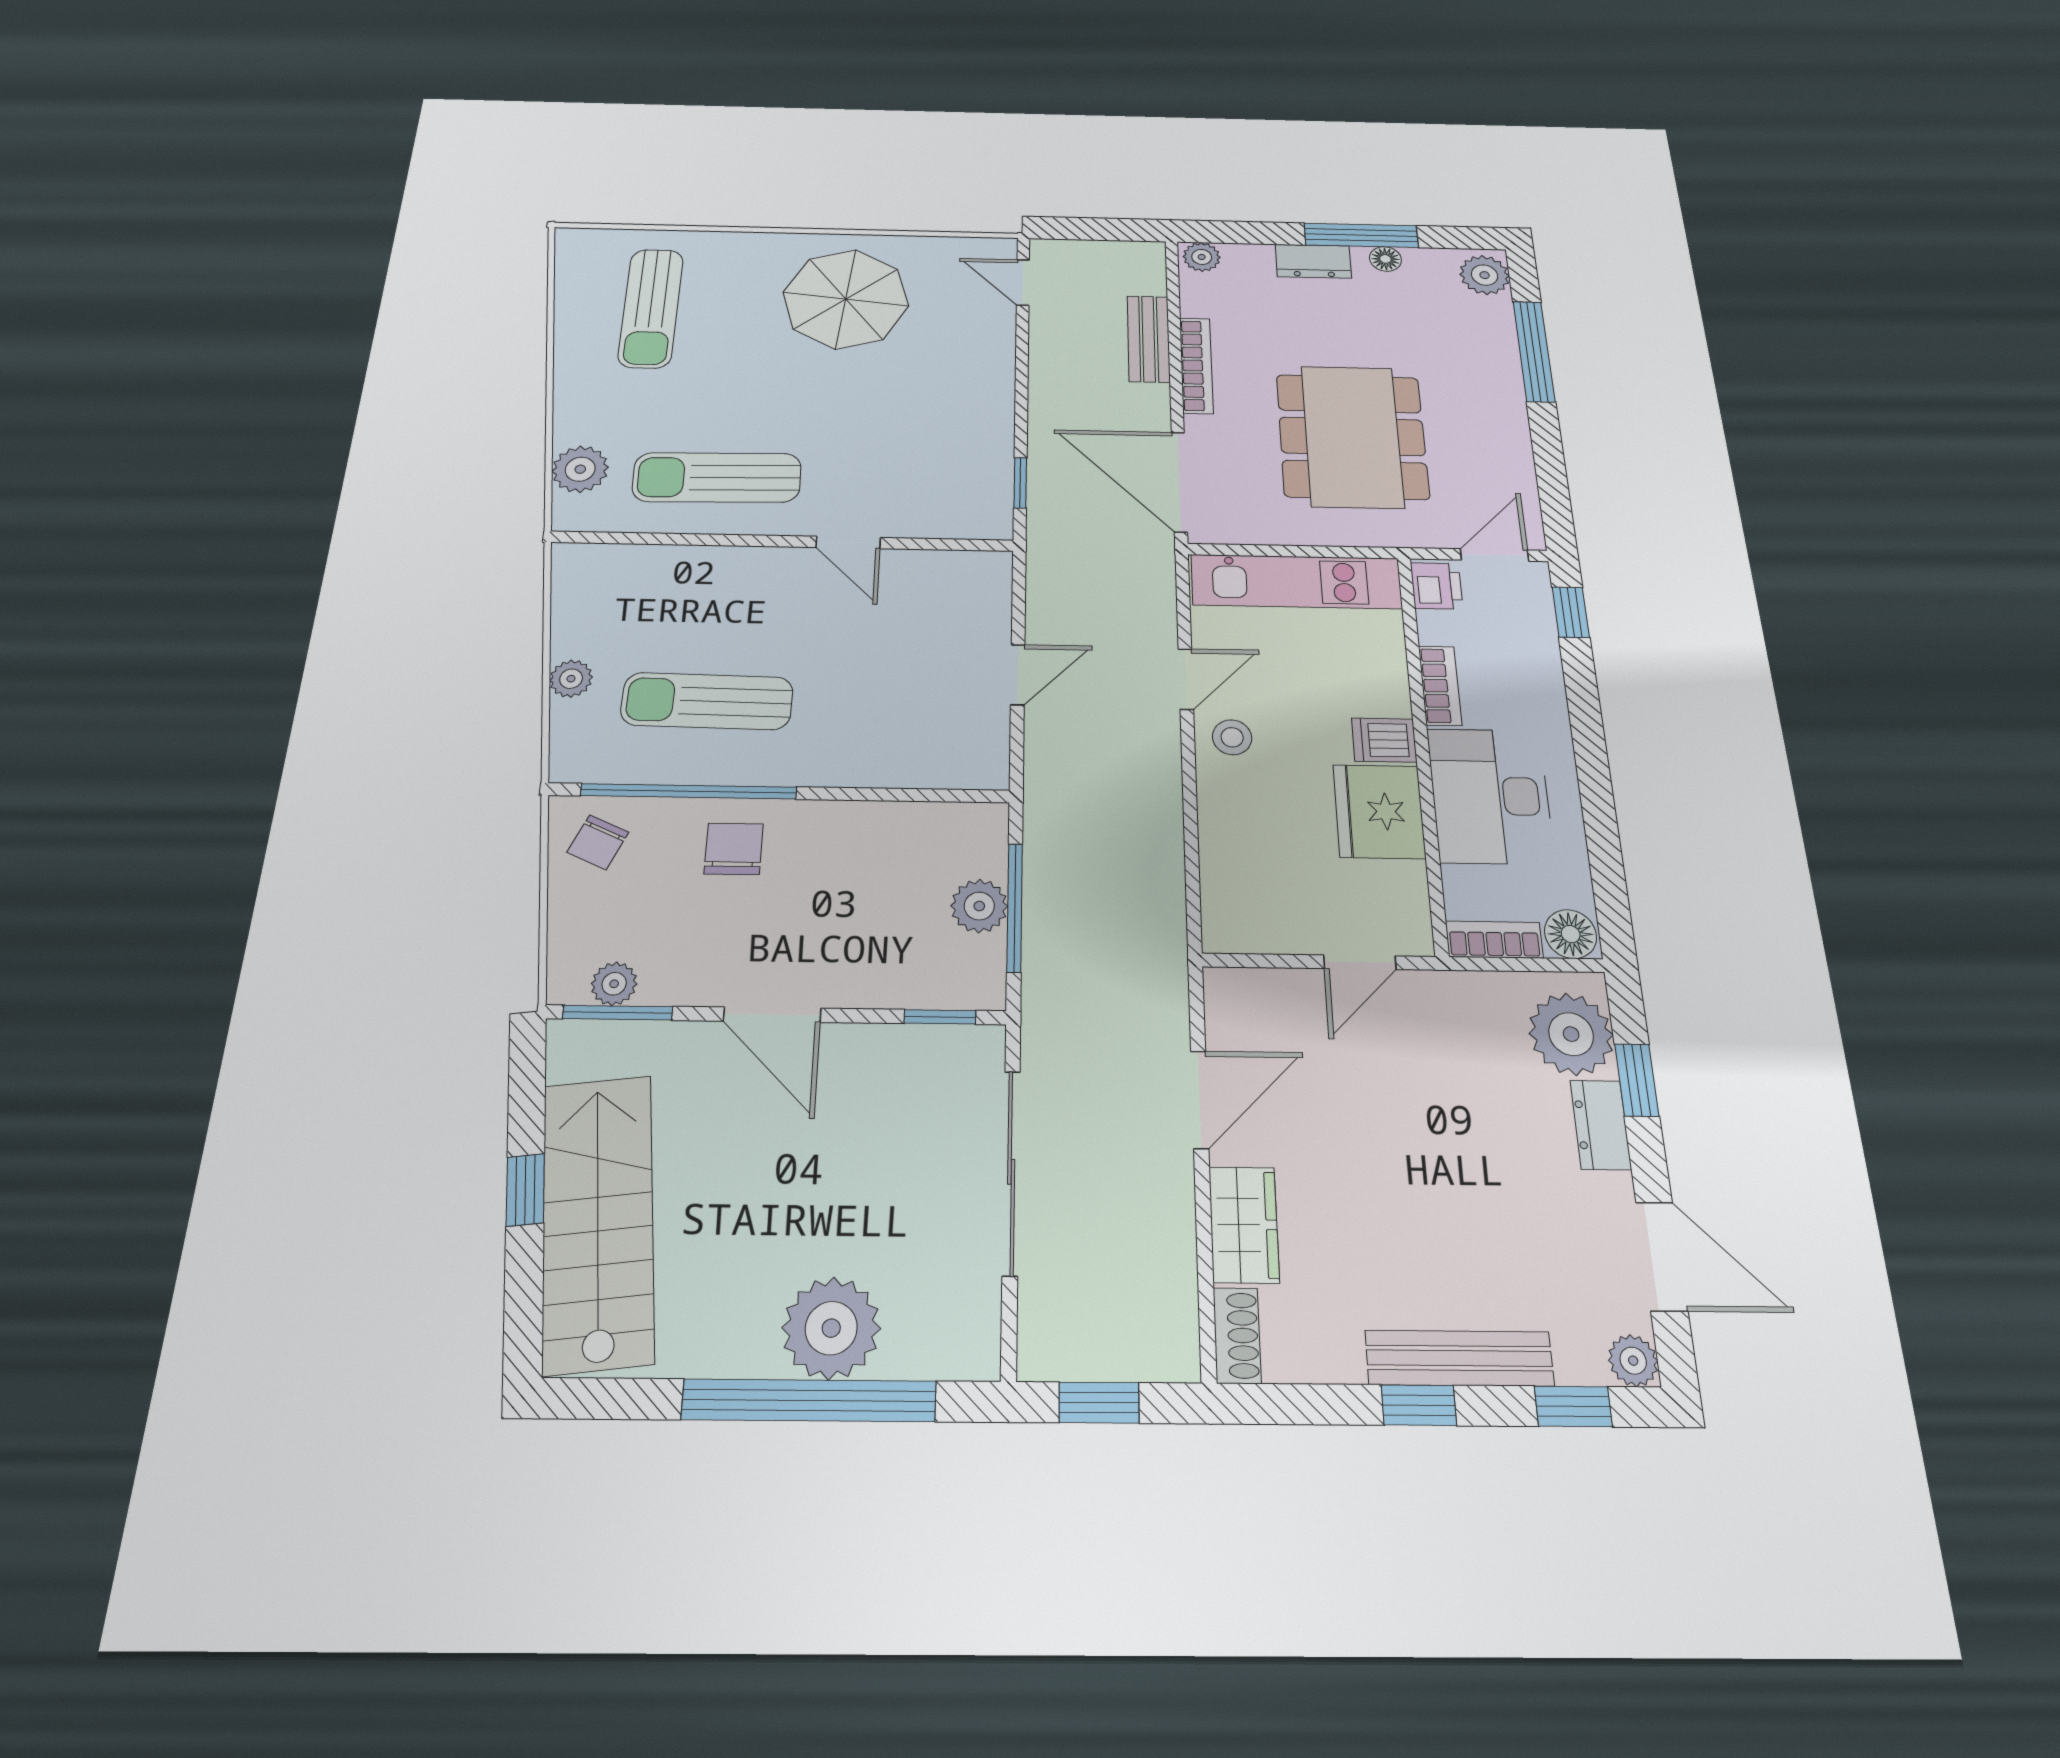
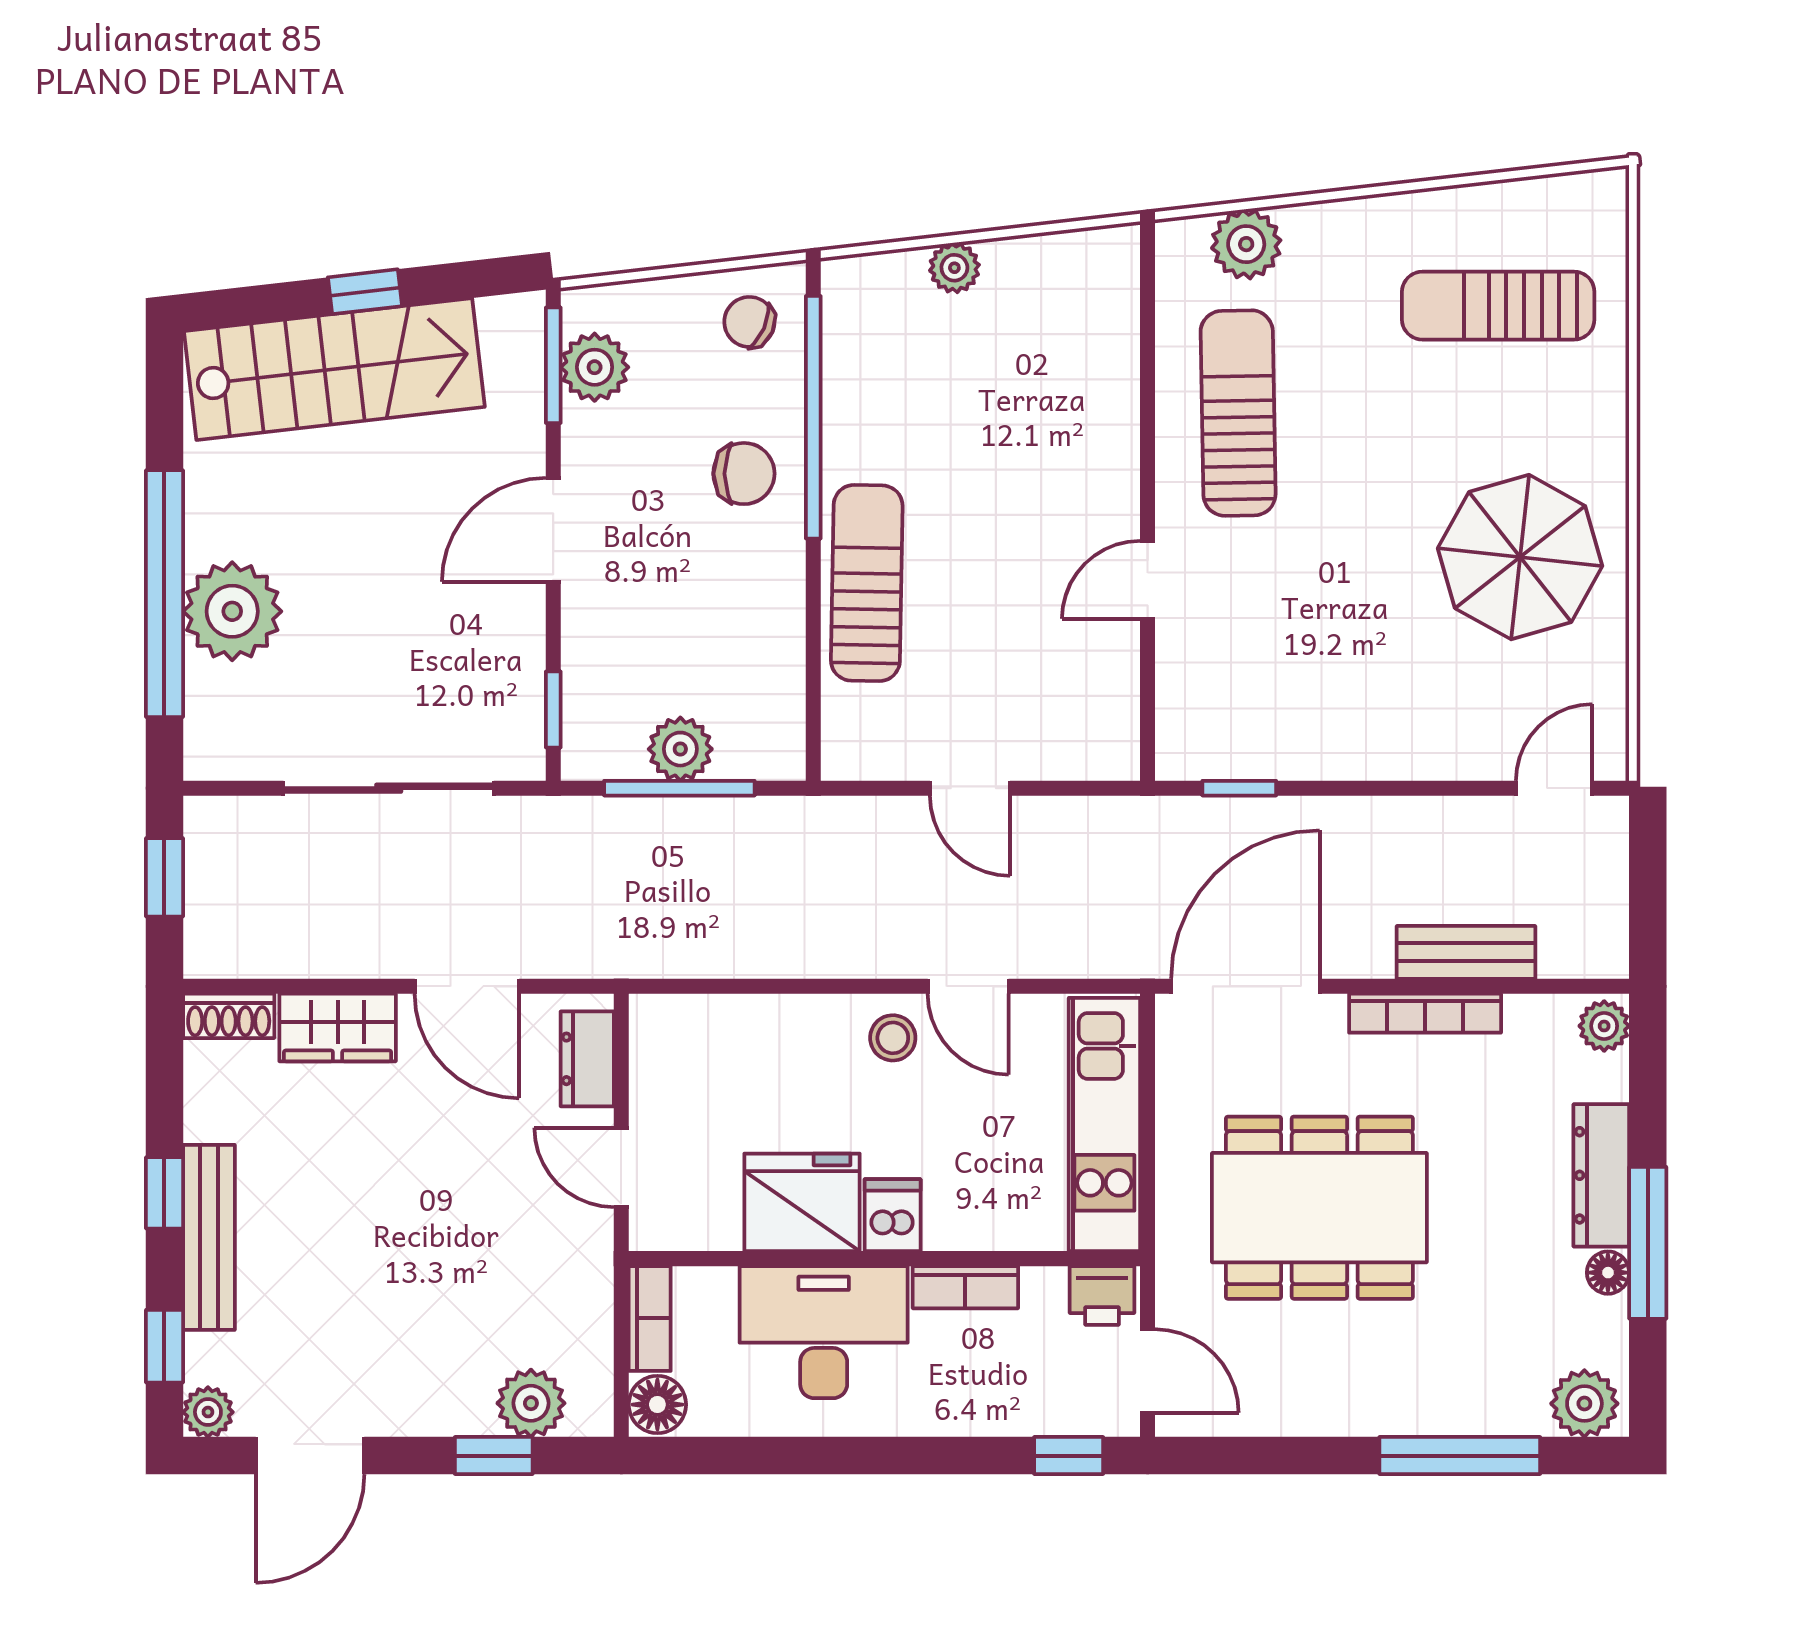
dresser: (1313, 261) -> (1601, 1175), width x1.44
sun lounger: (707, 701) -> (867, 583), moved
plant: (614, 984) -> (595, 367), width x1.38, depth x1.38
plant: (1571, 1034) -> (531, 1403), width x0.73, depth x0.73
dresser: (1601, 1125) -> (587, 1059), moved, turned -90

